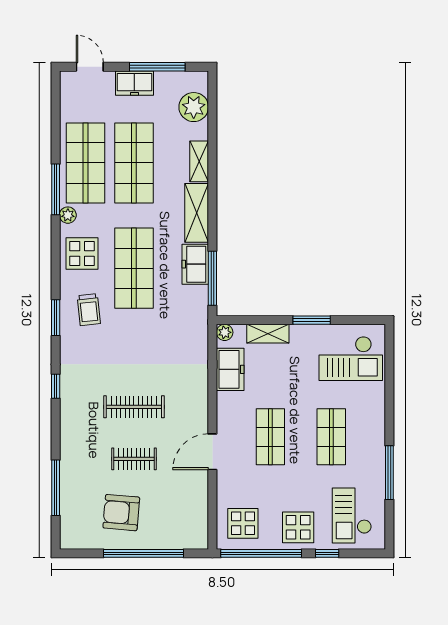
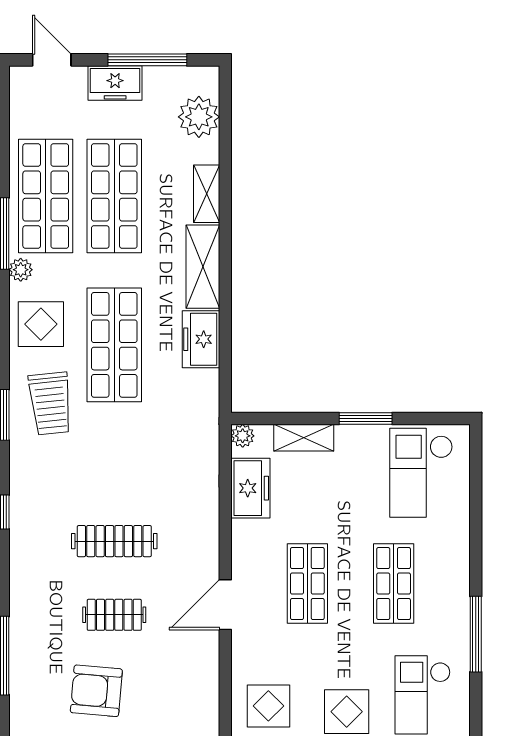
window: (212, 278) -> (225, 359), removed
trolley: (89, 310) -> (50, 404), width x1.36, depth x1.39
checkout: (351, 358) -> (421, 473), turned 90

